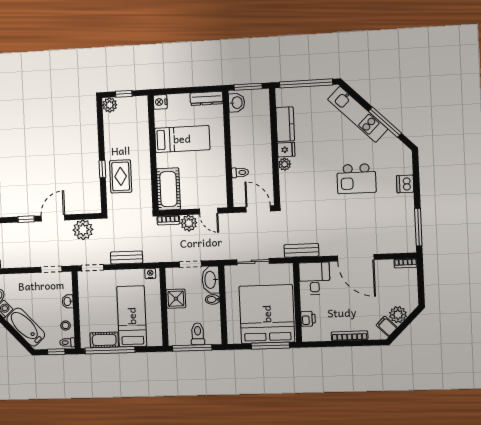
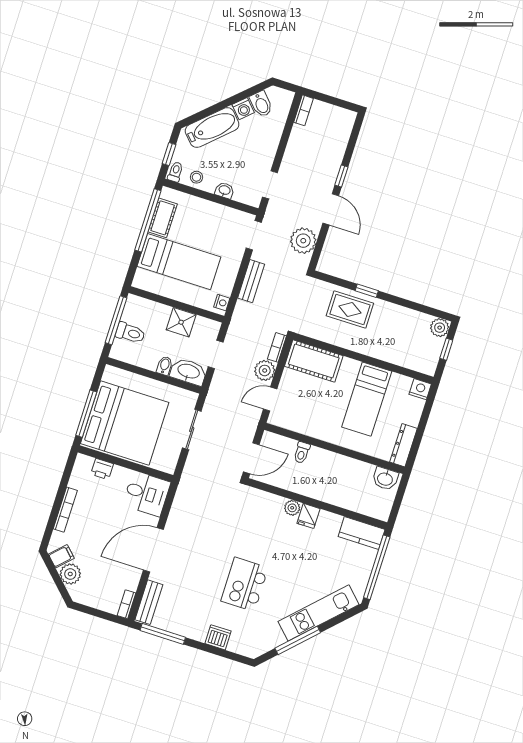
window: (248, 87) -> (399, 499), removed
kitchen counter: (285, 124) -> (362, 533), moved
bench: (301, 250) -> (149, 602), moved

